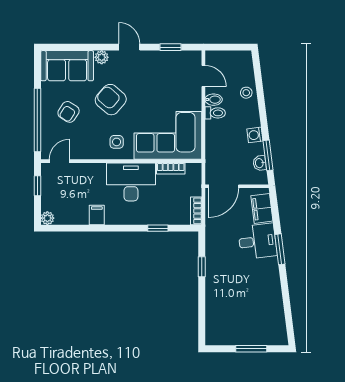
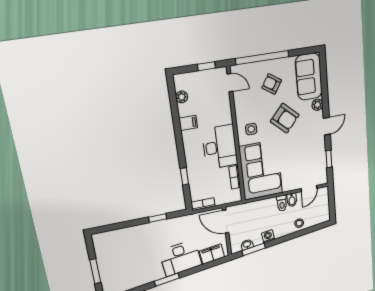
armchair: (111, 100) -> (285, 118), turned 91
plant: (47, 218) -> (182, 97), moved
desk: (257, 241) -> (180, 258), width x1.37
window: (280, 249) -> (167, 280), moved

